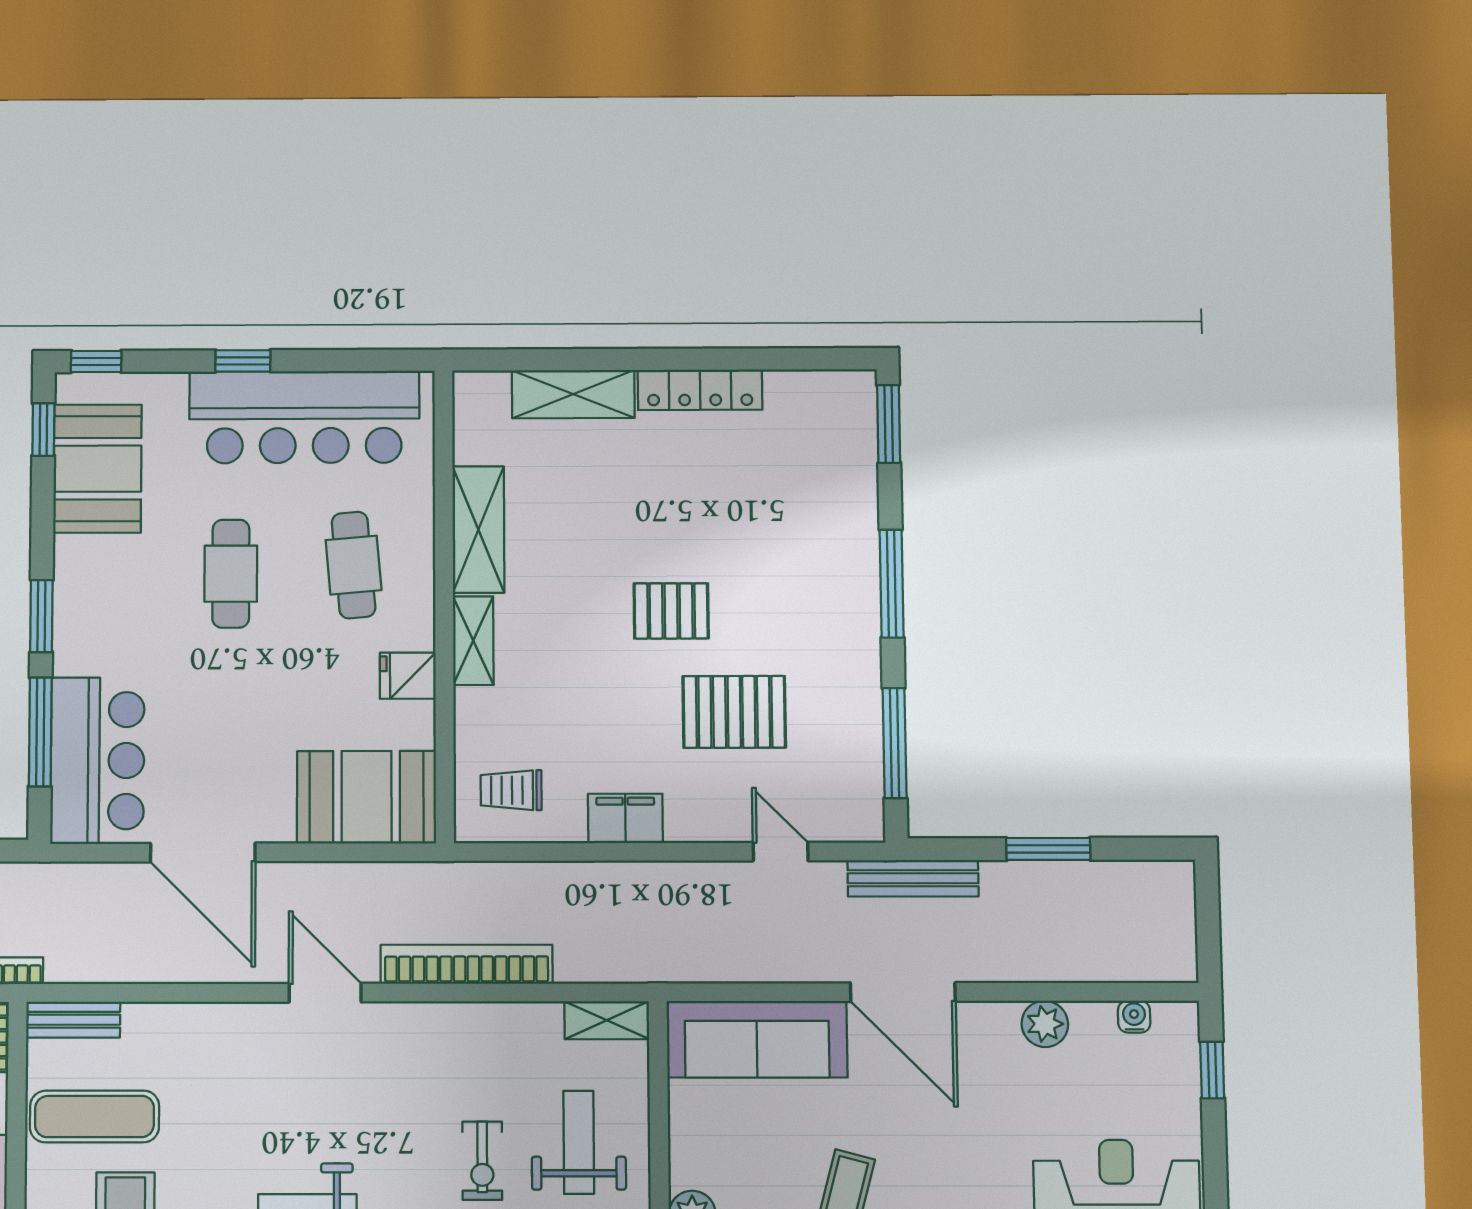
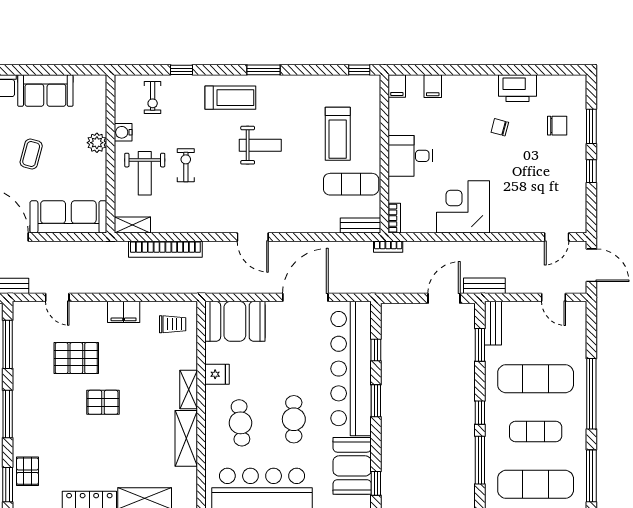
pallet: (843, 454) -> (28, 471), added
window: (40, 732) -> (376, 350), width x0.46
bar counter: (97, 761) -> (351, 369), width x1.86
door: (203, 853) -> (305, 297), hinge flipped
bookcase: (466, 964) -> (165, 249), moved

